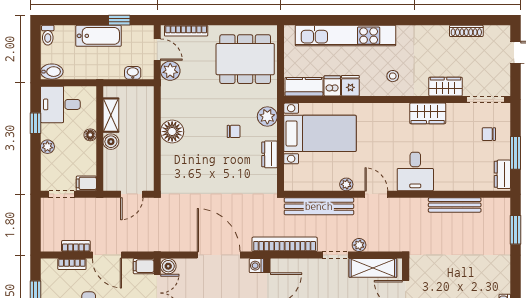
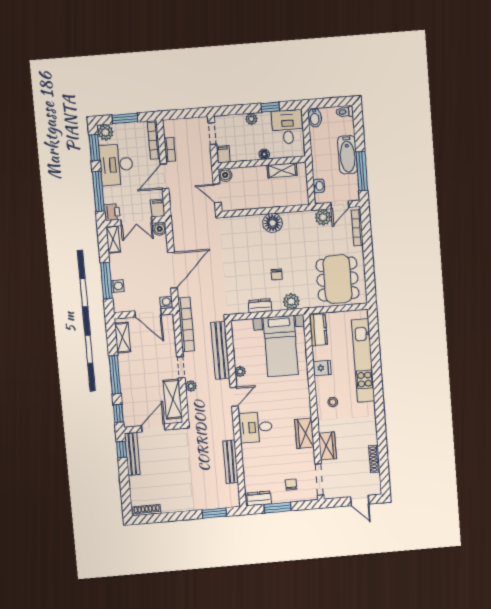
window: (119, 20) -> (362, 171), width x2.17
dishwasher: (332, 86) -> (321, 353), removed
boiler: (111, 142) -> (225, 175), moved
bookcase: (72, 264) -> (154, 141), width x1.56

